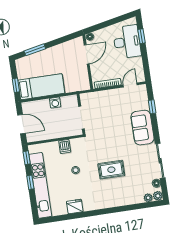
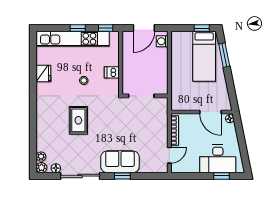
window: (16, 85) -> (202, 28), moved
door: (130, 85) -> (169, 155), hinge flipped
bed: (41, 87) -> (204, 56), moved
washing machine: (55, 103) -> (162, 41), moved
window: (152, 107) -> (122, 176), moved

